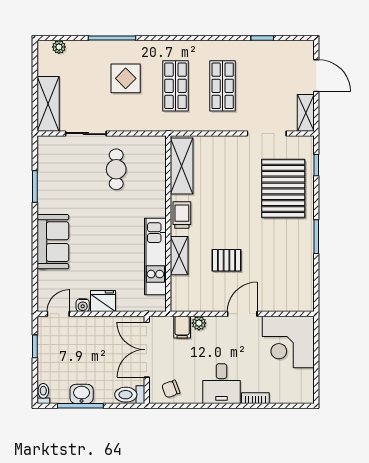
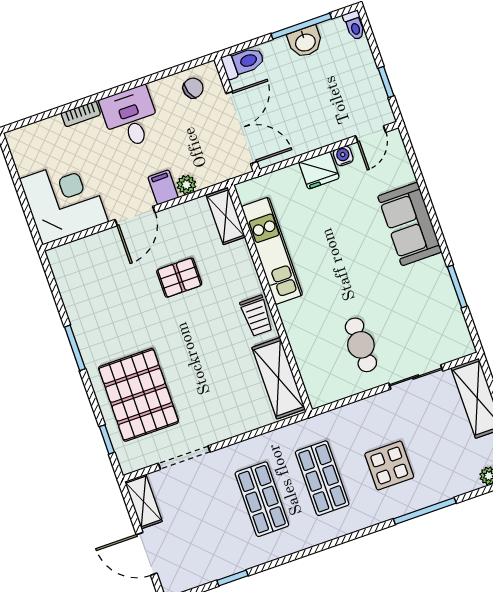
shelving: (179, 256) -> (226, 216), moved
filing cabinet: (182, 327) -> (163, 187), moved

